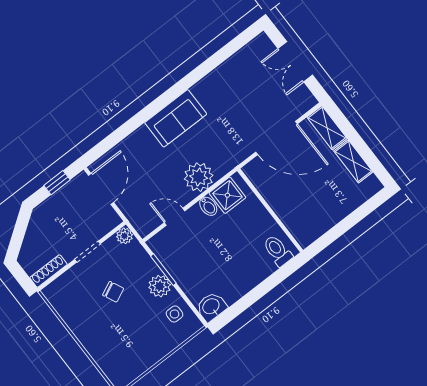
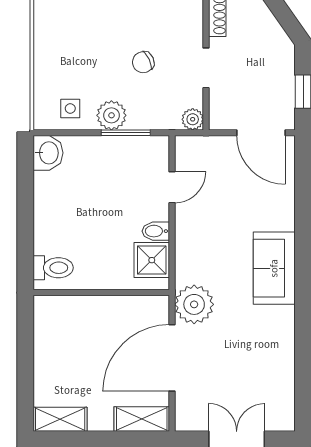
shelving: (353, 161) -> (60, 419), moved
plant: (199, 177) -> (194, 304), moved

